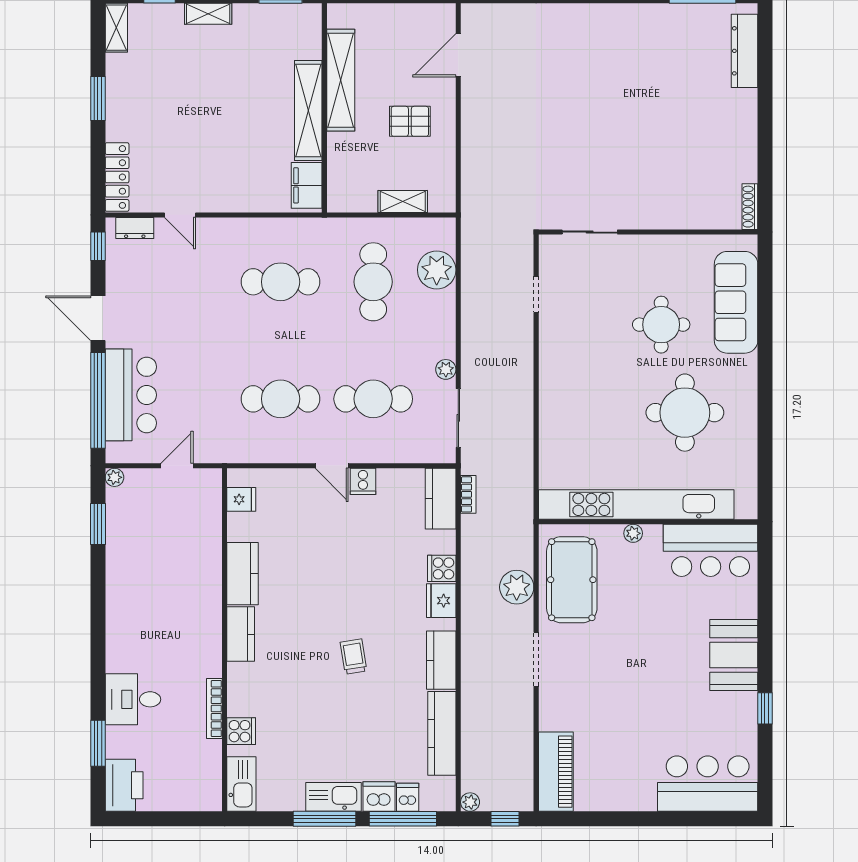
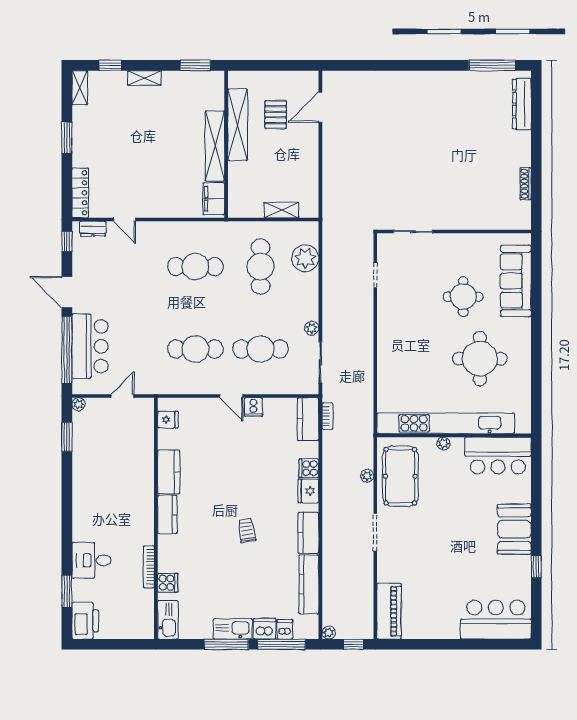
pallet: (410, 121) -> (276, 115), moved, turned 90
shoe rack: (750, 207) -> (526, 184), moved
plant: (517, 587) -> (367, 476), width x0.53, depth x0.53

